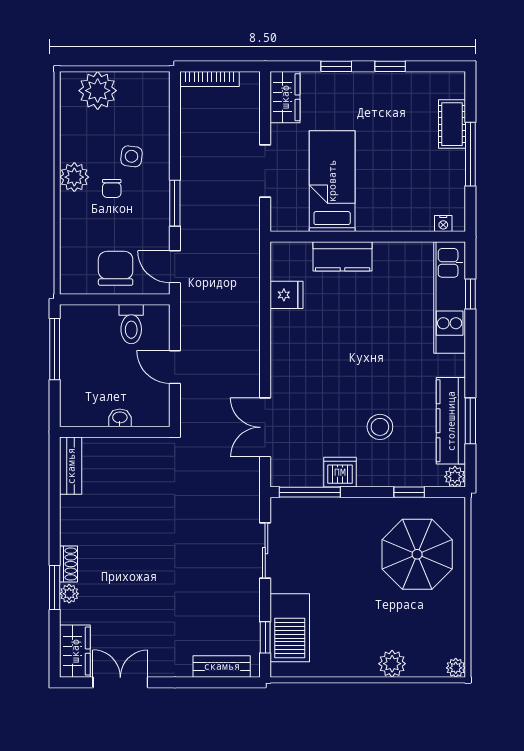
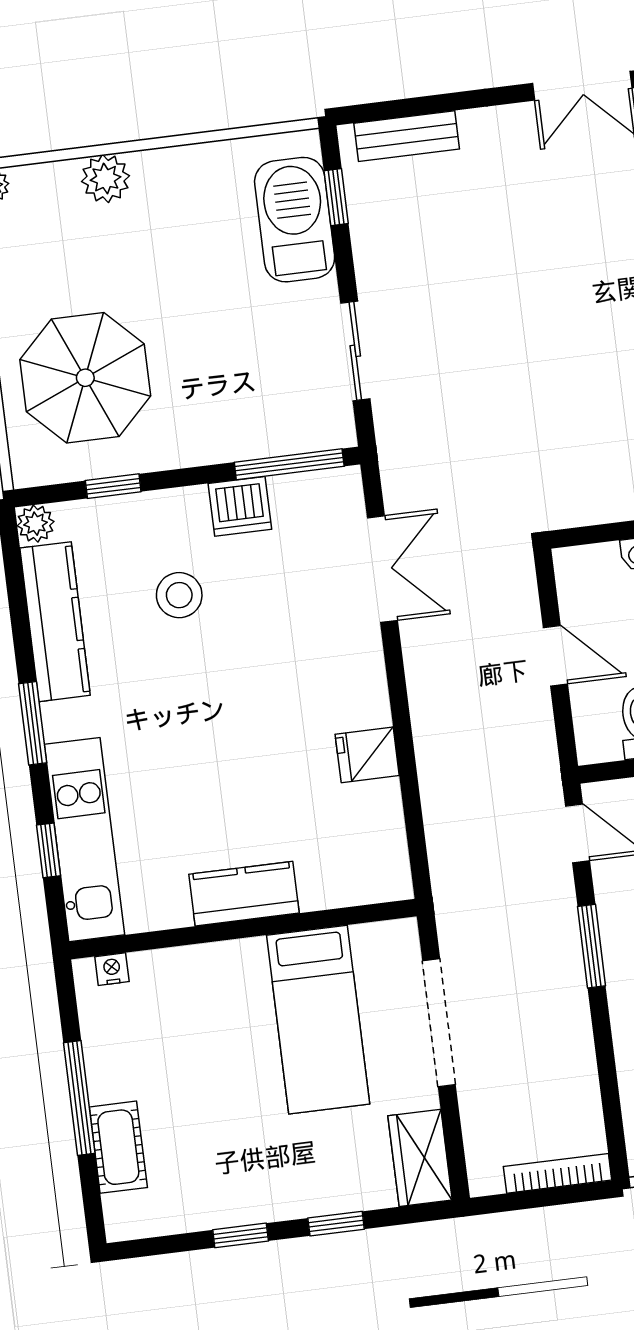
doorway: (265, 171) -> (439, 1023), width x1.36
kitchen counter: (343, 256) -> (244, 894), moved
fridge: (286, 295) -> (367, 755), moved
window: (470, 421) -> (33, 723), moved

